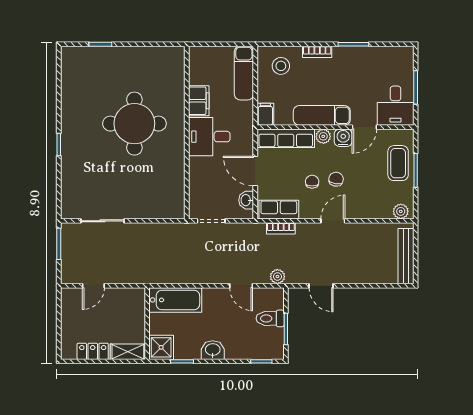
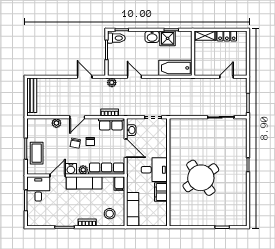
round table: (134, 124) -> (201, 178), turned -35
plant: (401, 211) -> (56, 123), moved
toilet: (270, 318) -> (116, 38), moved
shower: (161, 347) -> (168, 38), moved

